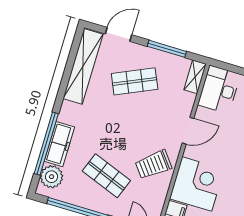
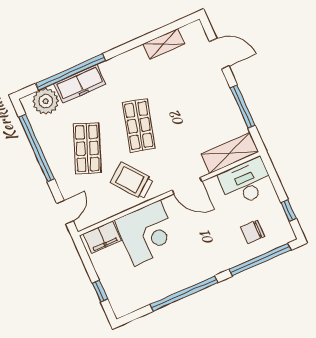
shelving: (83, 66) -> (164, 44), width x0.45, depth x0.75
shelving: (195, 77) -> (230, 153), width x1.50, depth x1.33
shop shelf: (135, 81) -> (139, 125), moved, turned 39

